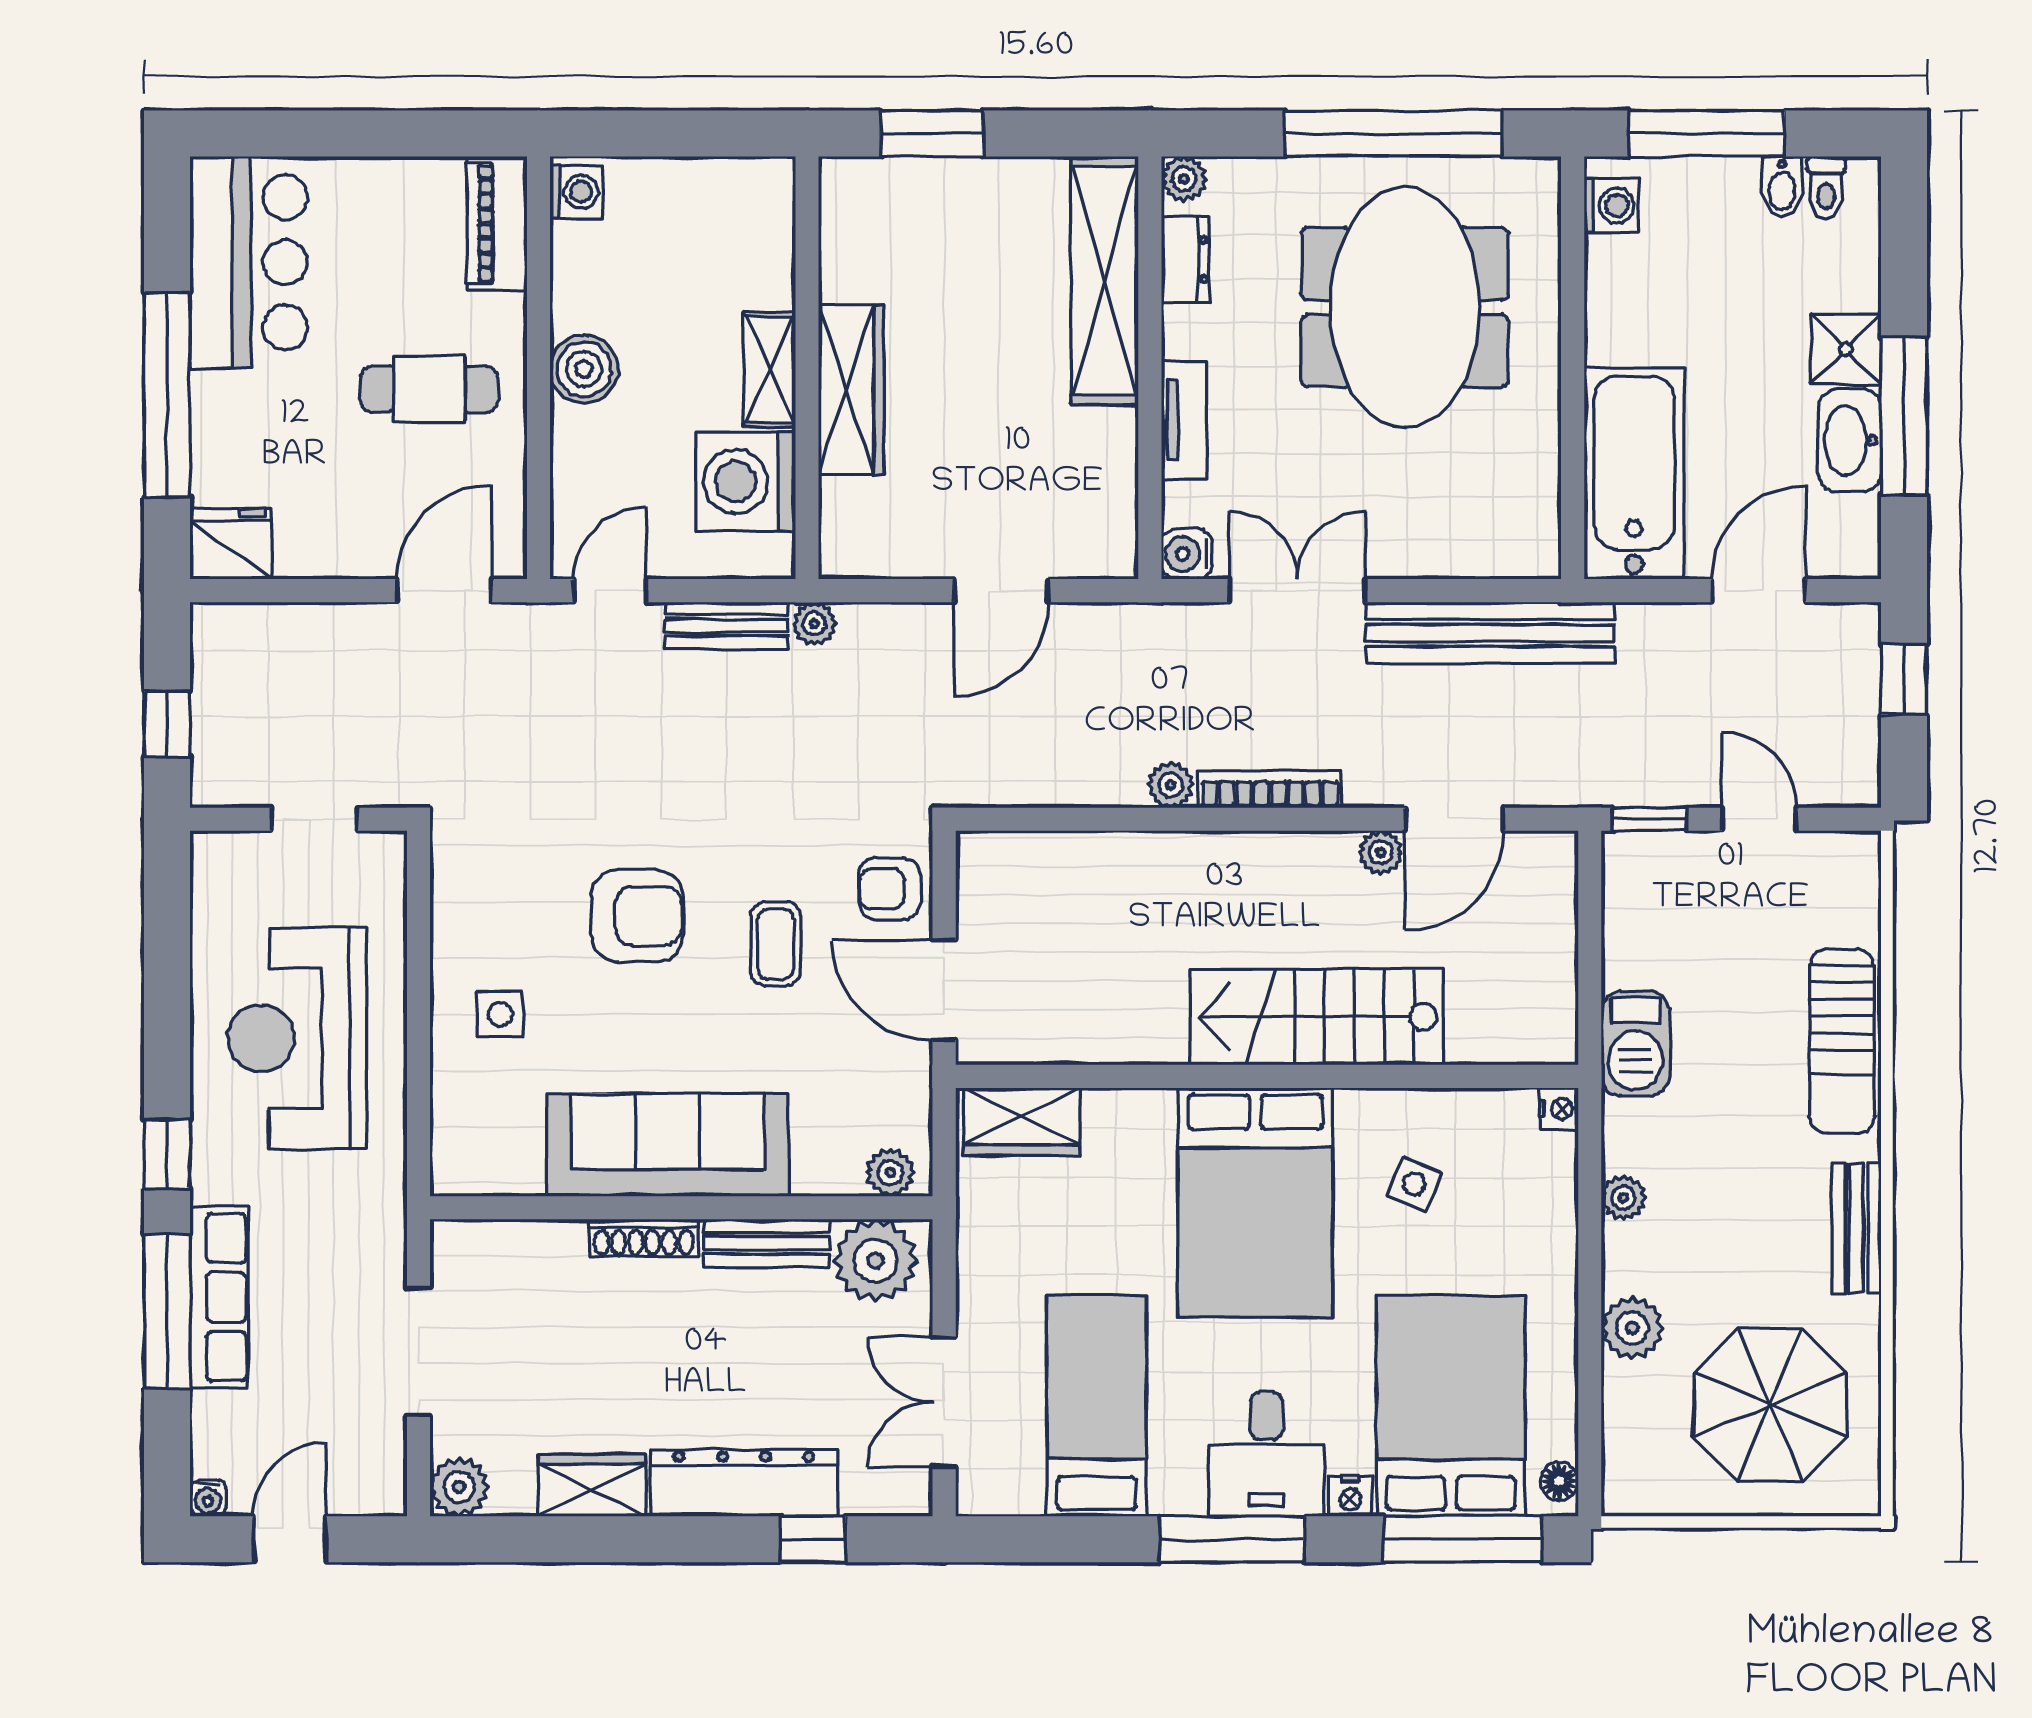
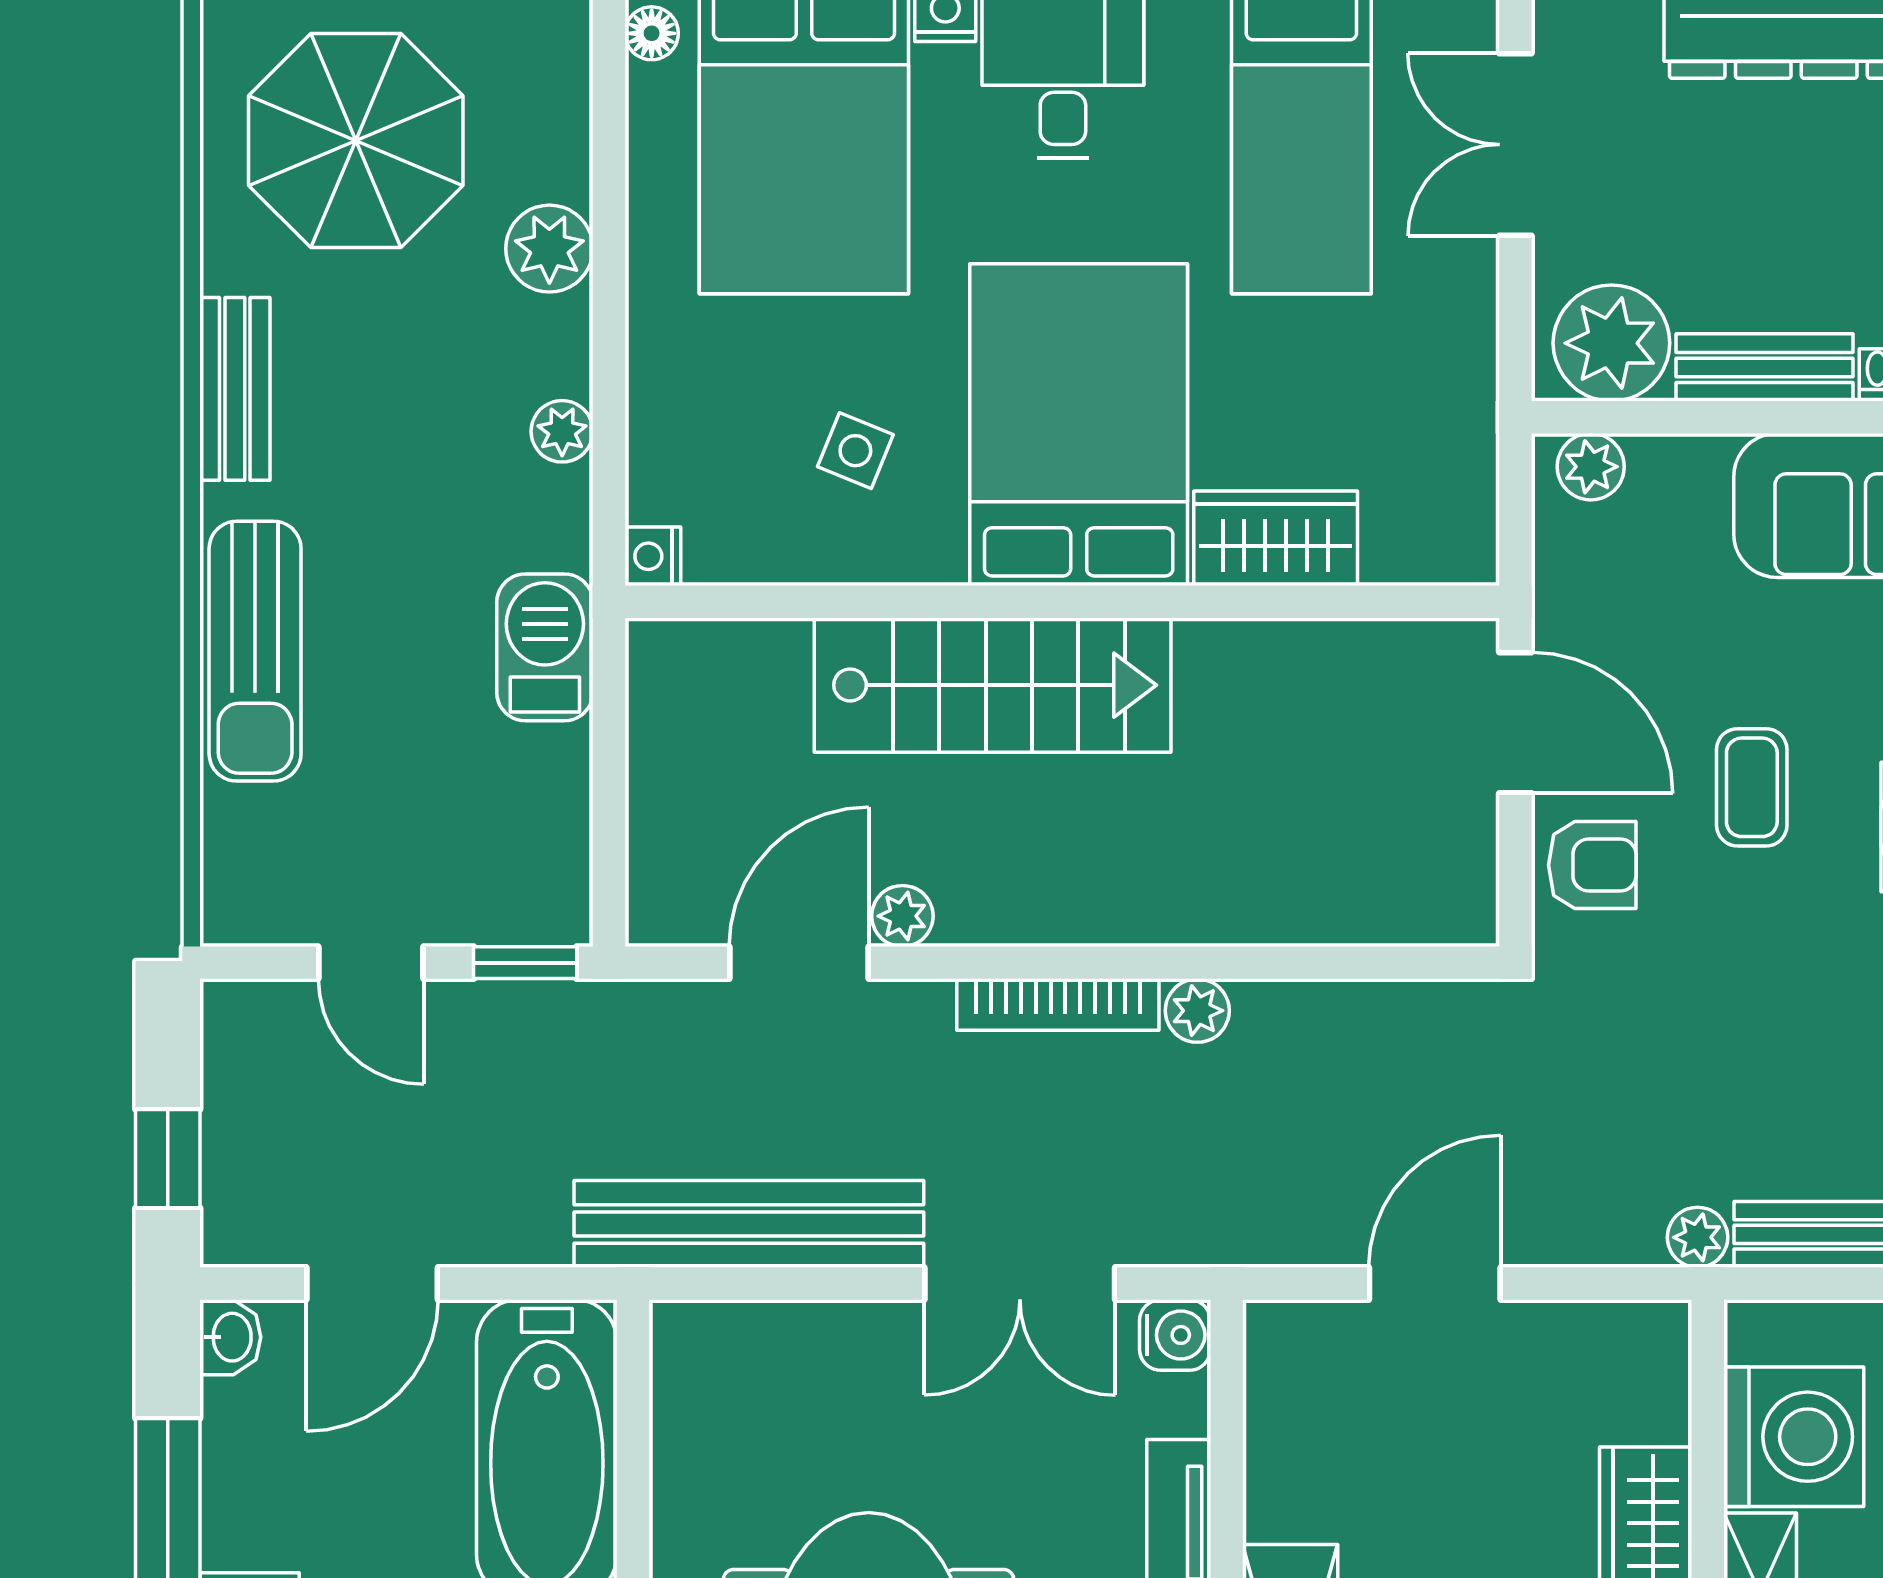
washbasin: (1850, 441) -> (230, 1337), moved, width x0.52, depth x0.69
sun lounger: (1842, 1041) -> (255, 651), turned 180
wardrobe: (1021, 1122) -> (1276, 538), moved
double door: (944, 1402) -> (1515, 145), swing flipped

